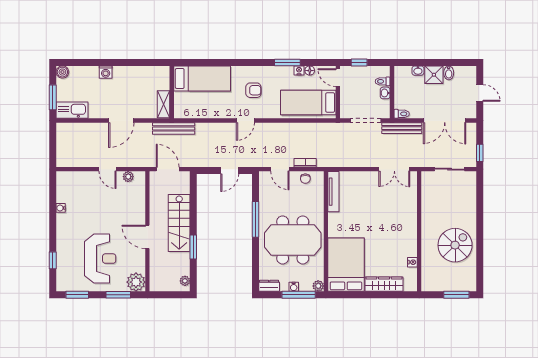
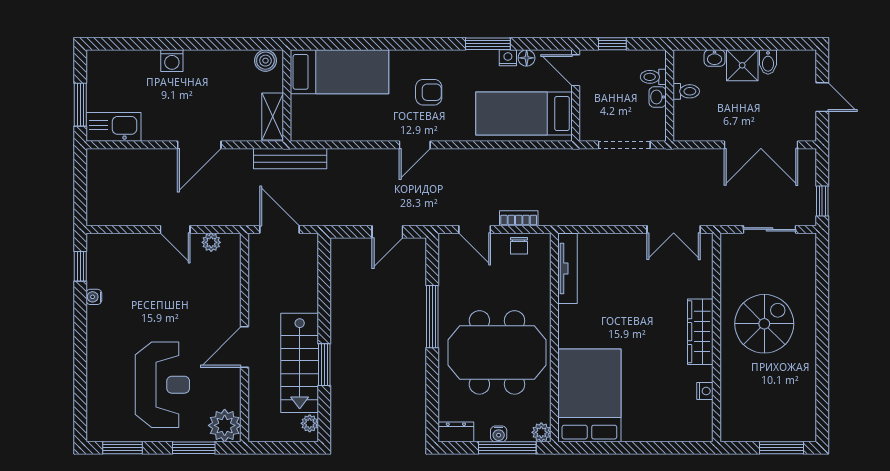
boiler: (62, 72) -> (265, 61), moved
toilet: (402, 114) -> (686, 91), moved
bench: (402, 128) -> (686, 158), removed
stairs: (179, 223) -> (300, 363), moved
door: (147, 237) -> (245, 347), hinge flipped
spiral stairs: (455, 245) -> (764, 324), moved
window: (53, 260) -> (80, 266), moved
wardrobe: (384, 284) -> (700, 332), moved, turned -90

